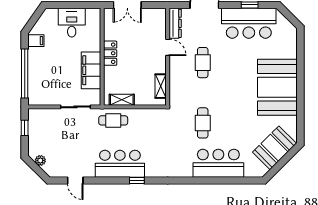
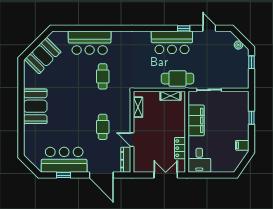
desk: (72, 23) -> (199, 160), moved
locker: (110, 53) -> (180, 148), moved
window: (25, 73) -> (252, 118), width x0.32
booth: (277, 87) -> (35, 106), width x0.73, depth x0.70
cafe table: (113, 120) -> (177, 79), width x1.37, depth x1.35
window: (25, 128) -> (252, 62), moved
window: (137, 181) -> (184, 28), moved

